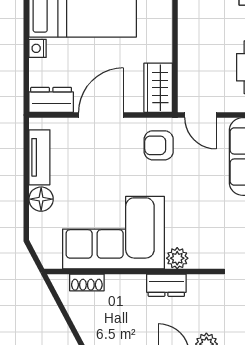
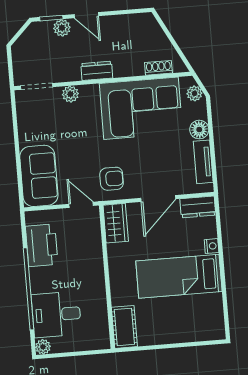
plant: (43, 246) -> (194, 93), added
plant: (177, 258) -> (70, 94), moved

